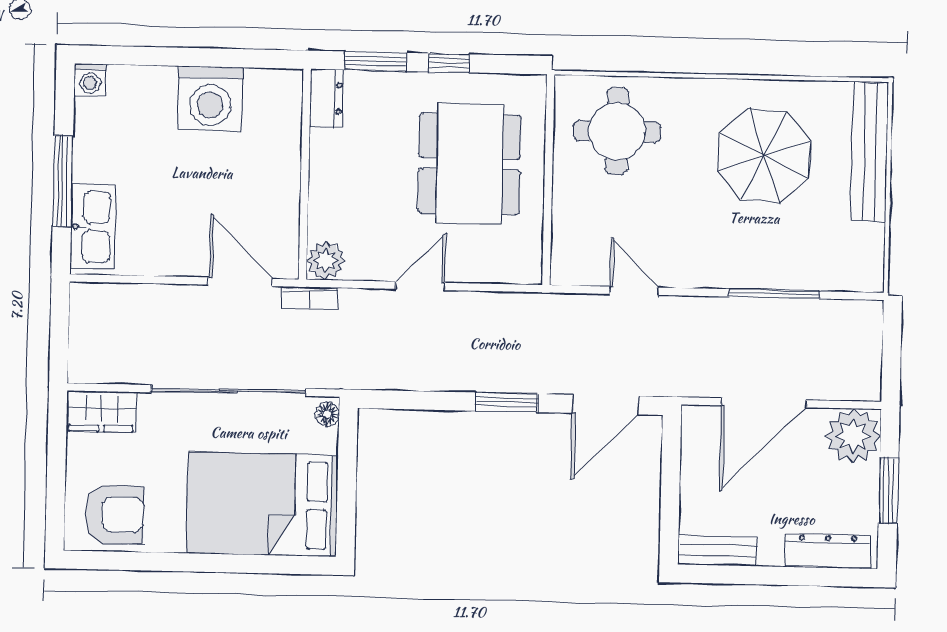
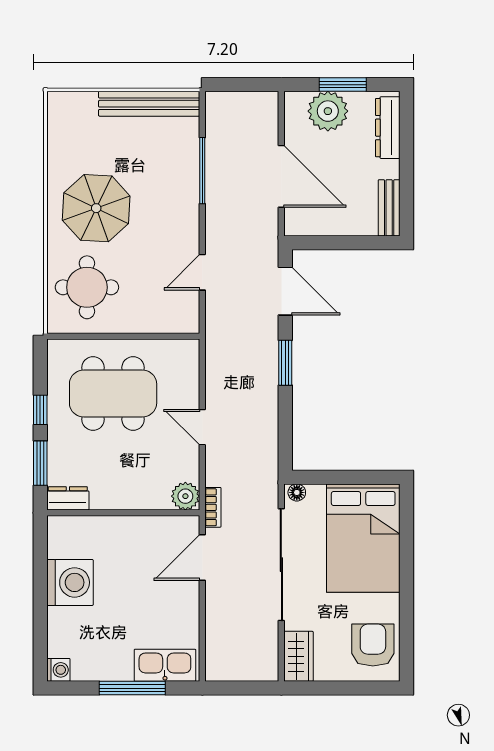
bench: (870, 151) -> (149, 104), moved
parasol: (764, 156) -> (96, 208), moved
plant: (853, 436) -> (328, 111), moved

